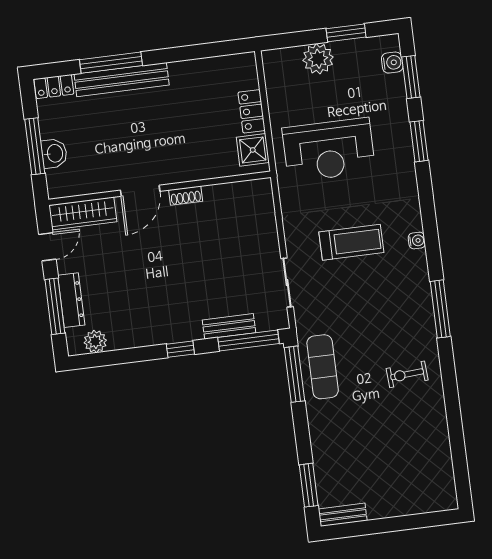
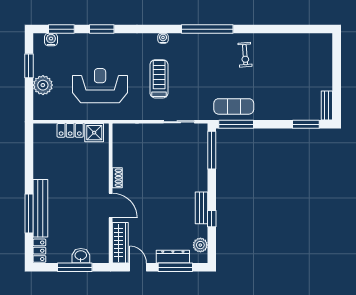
reception desk: (329, 150) -> (100, 86), turned -90
window: (440, 309) -> (207, 29), width x1.46
bench: (229, 326) -> (201, 208), moved
window: (180, 349) -> (212, 219), moved

